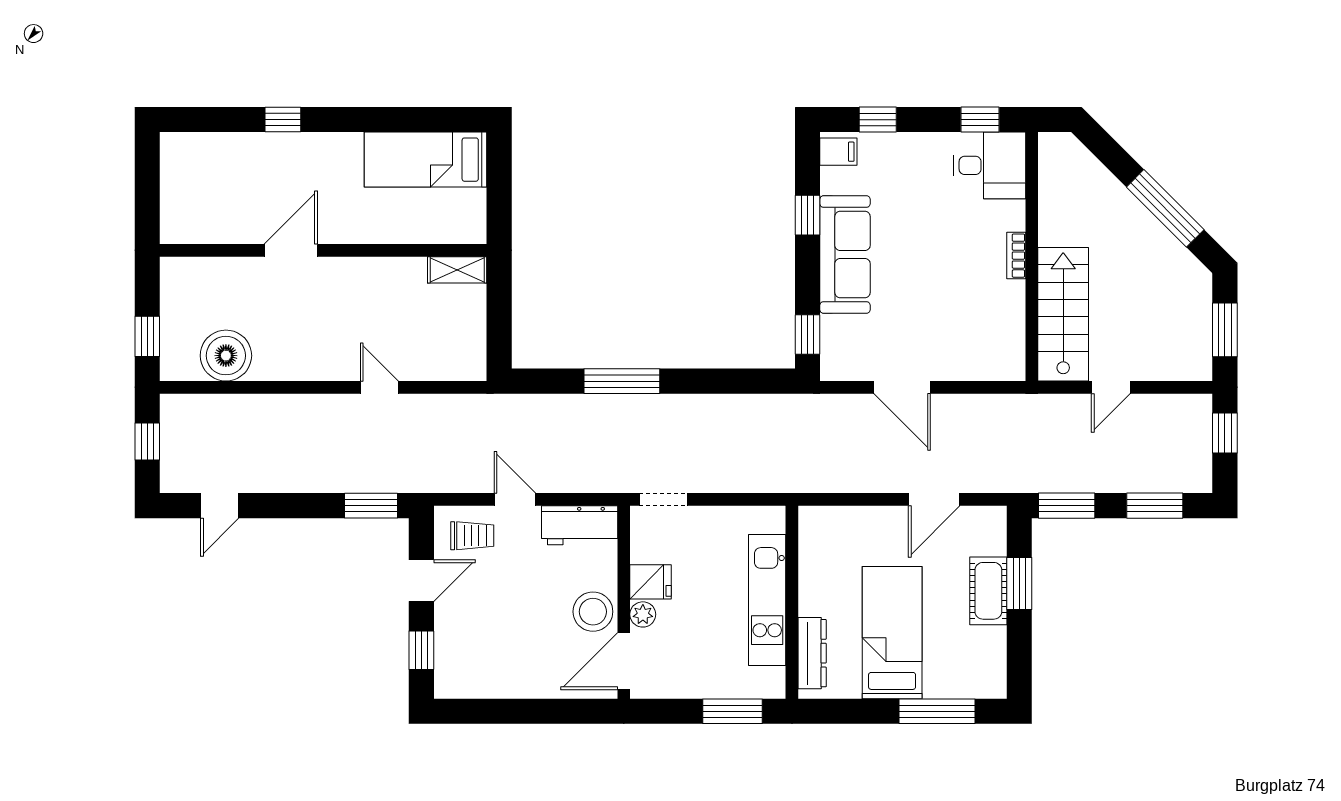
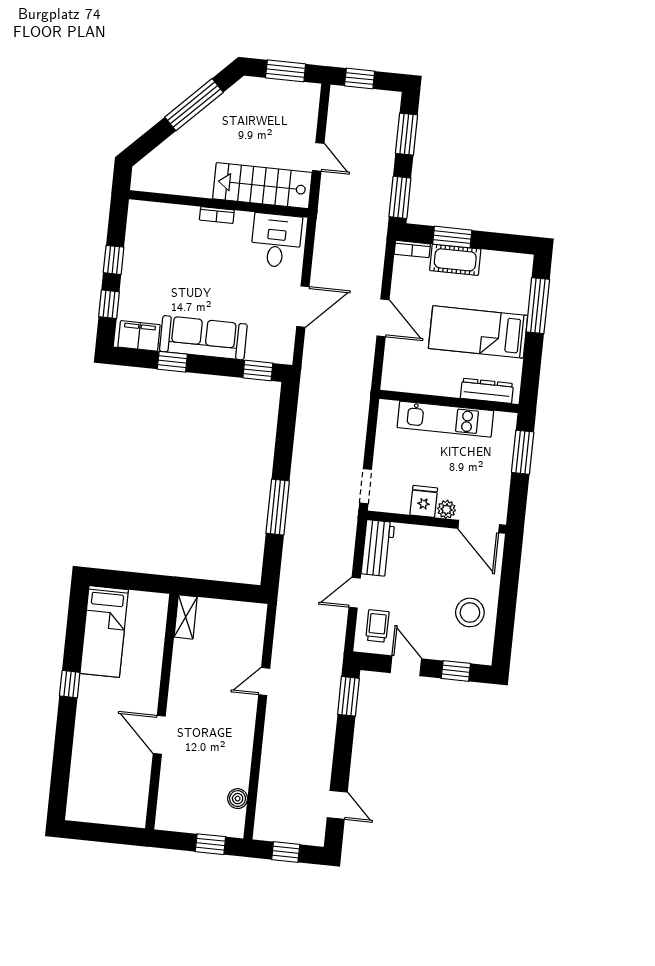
window: (283, 120) -> (70, 684), moved
window: (980, 120) -> (114, 260), moved
filing cabinet: (838, 152) -> (139, 336), width x2.00
desk: (989, 165) -> (276, 241), moved
boiler: (226, 356) -> (238, 799), width x0.54, depth x0.54
door: (934, 499) -> (383, 318), moved
bookcase: (997, 530) -> (412, 249), added
stool: (593, 612) -> (470, 612), moved

